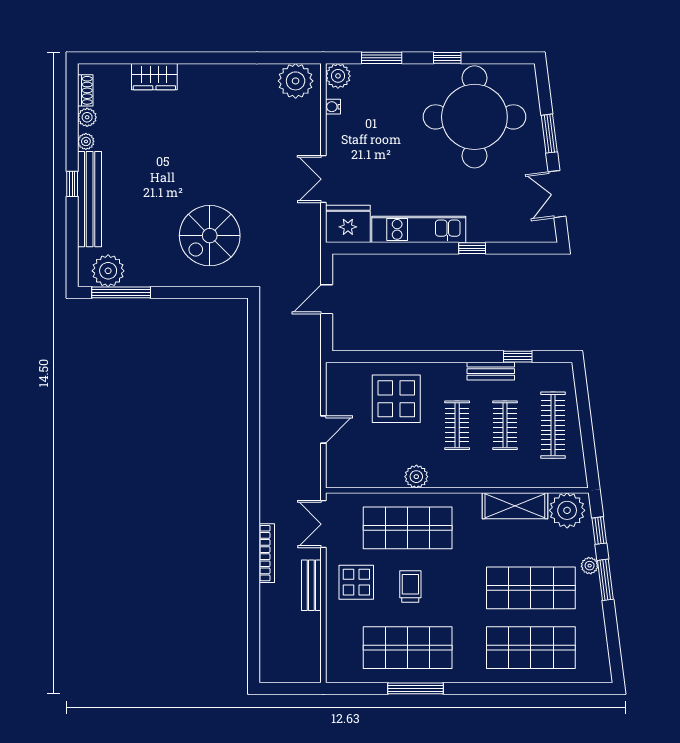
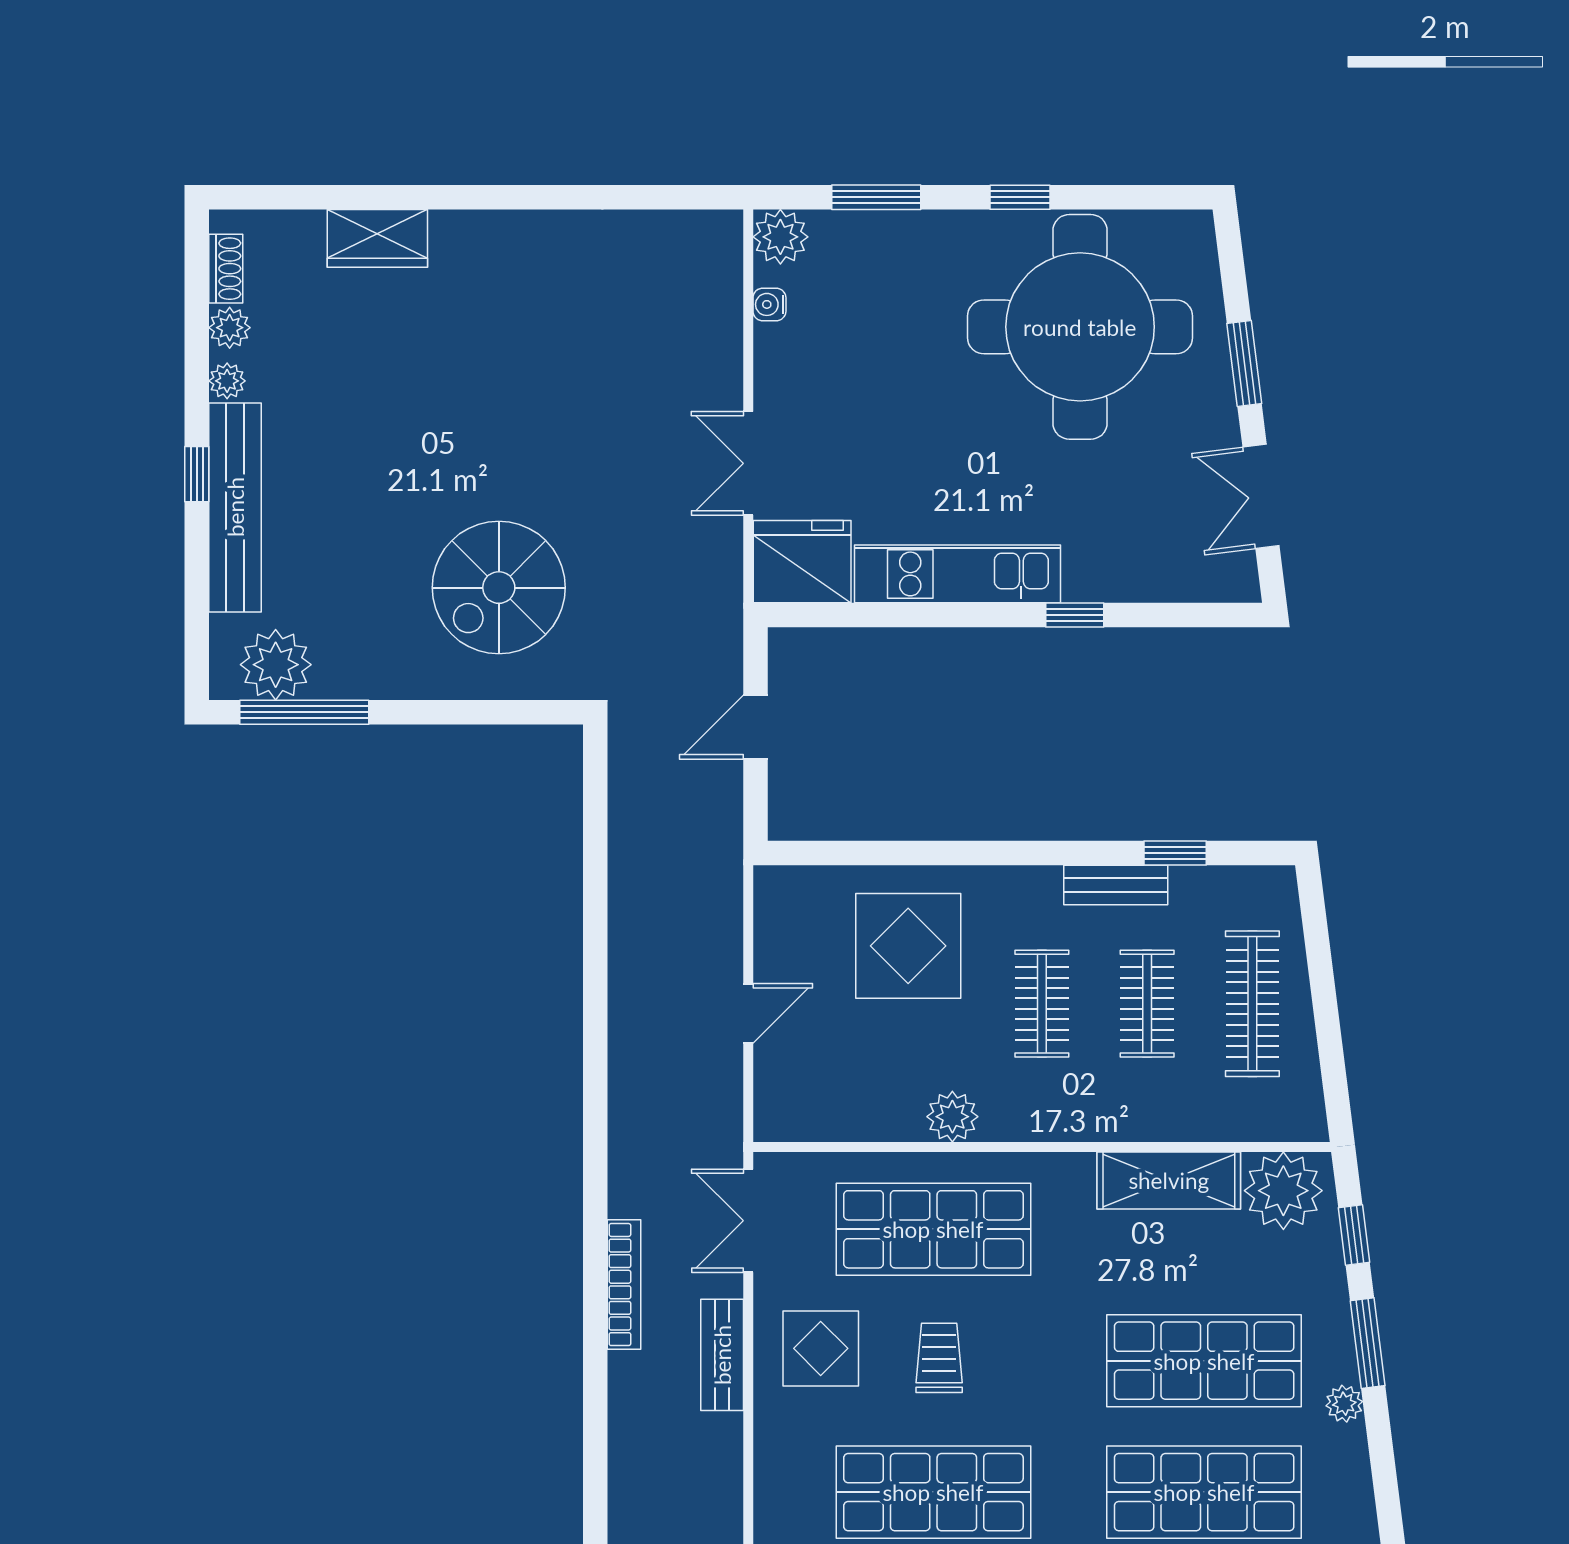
plant: (296, 81) -> (687, 248), removed
plant: (590, 566) -> (1344, 1404), moved

